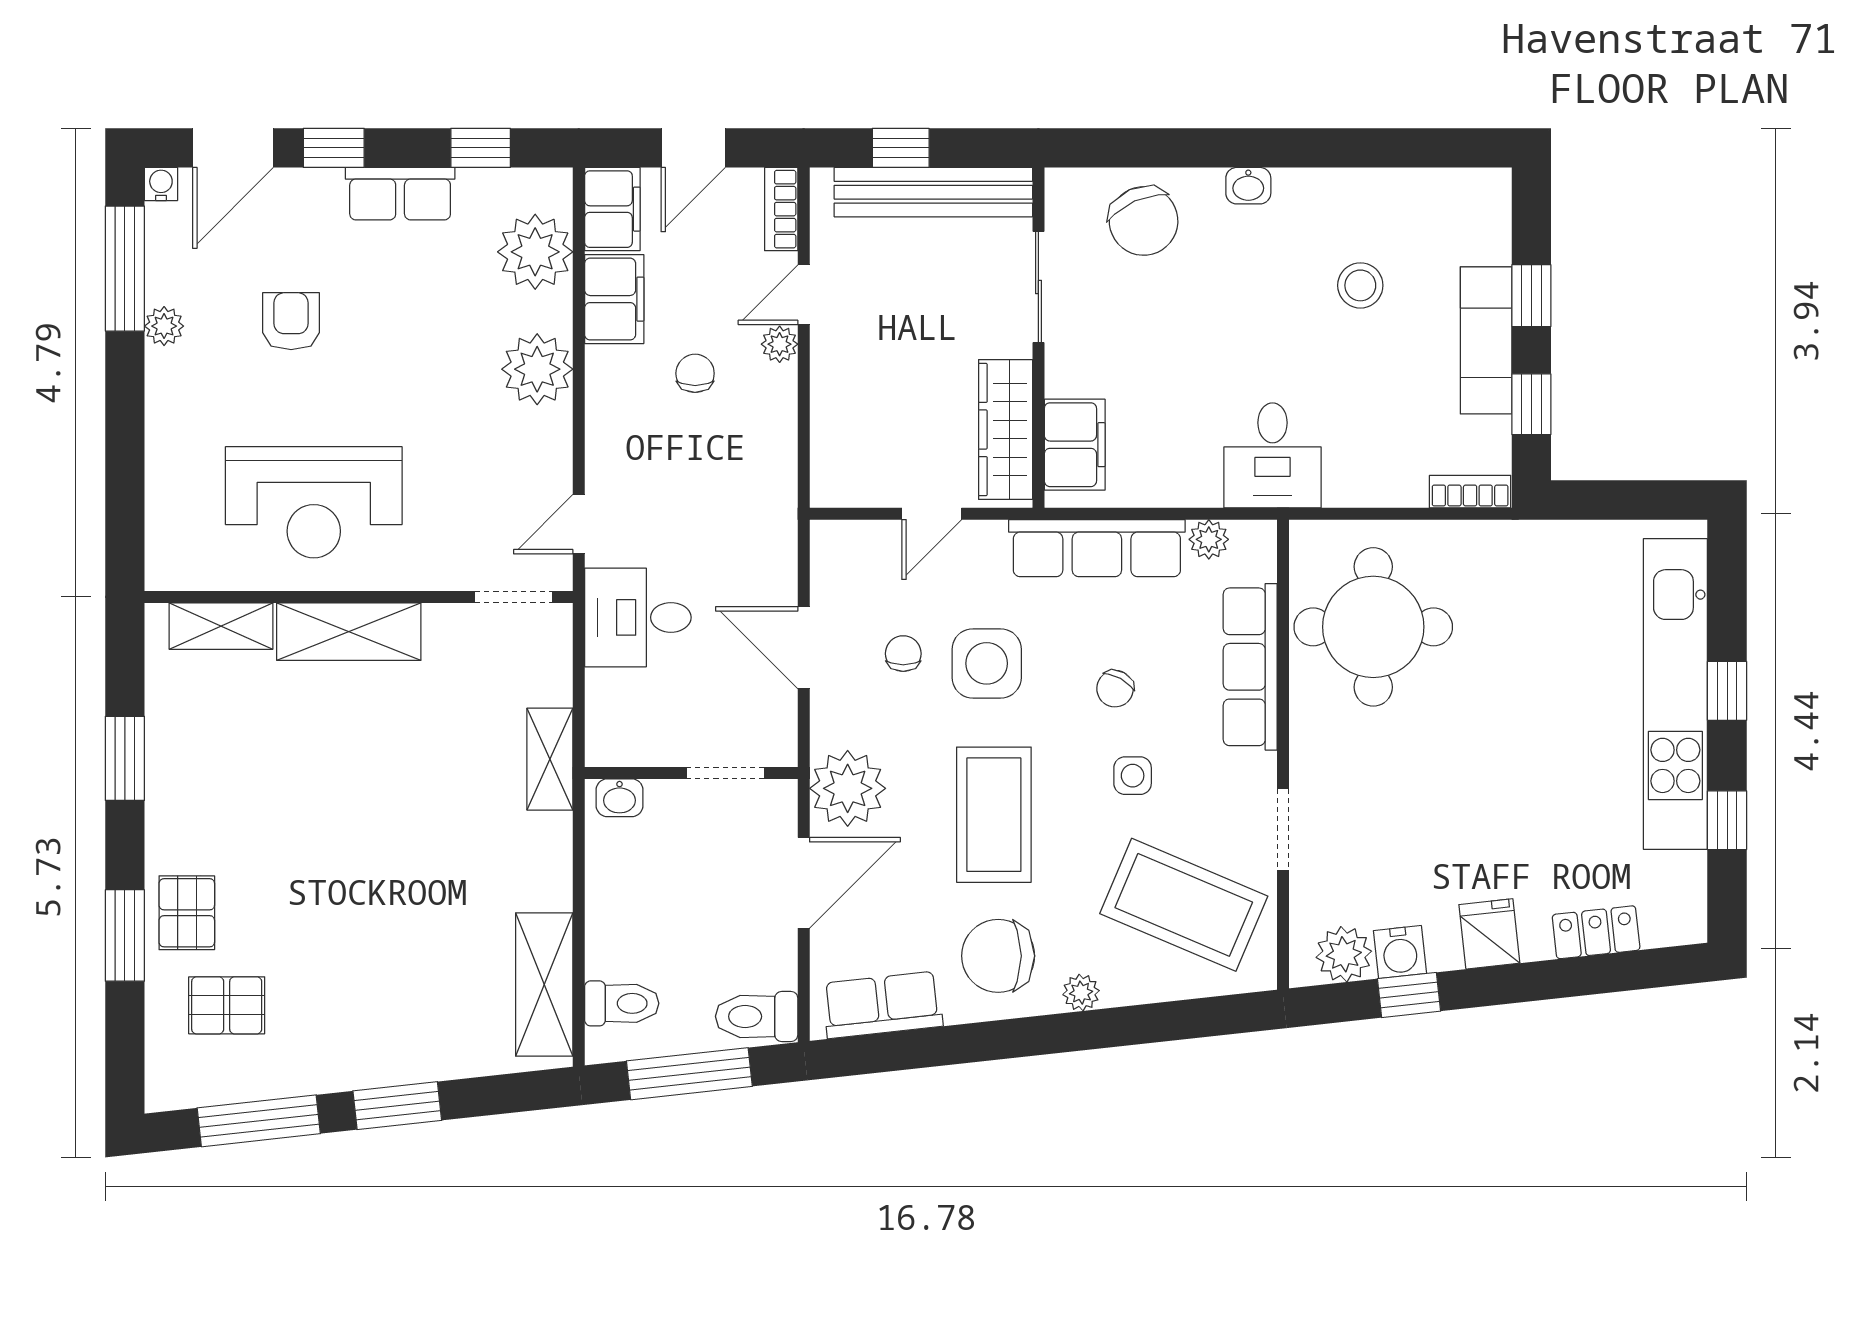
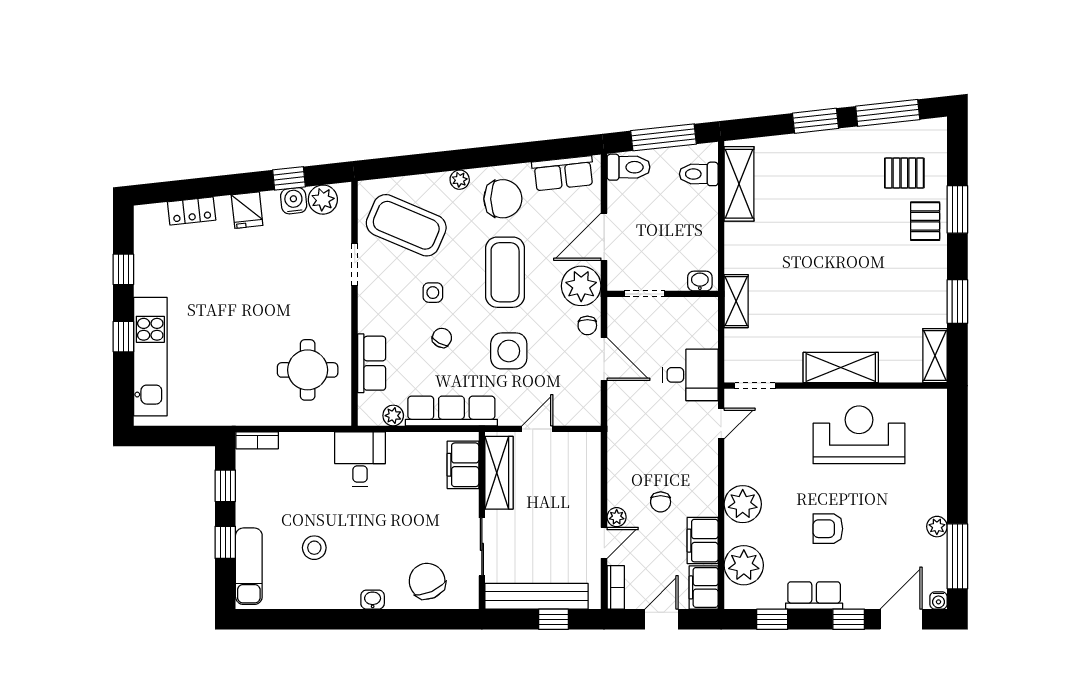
armchair: (291, 321) -> (828, 529), moved, turned 90
exam couch: (1486, 340) -> (249, 566), moved
shelving: (221, 626) -> (935, 356), moved, turned 90
round table: (1373, 627) -> (308, 370), width x0.73, depth x0.73
chair: (903, 654) -> (587, 325), moved
row of seats: (1250, 667) -> (372, 363), width x0.68
kitchen unit: (1675, 694) -> (150, 357), width x0.73

